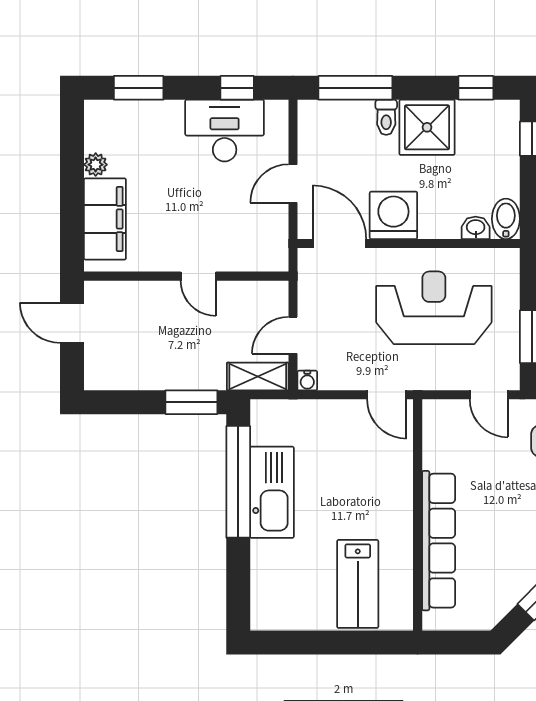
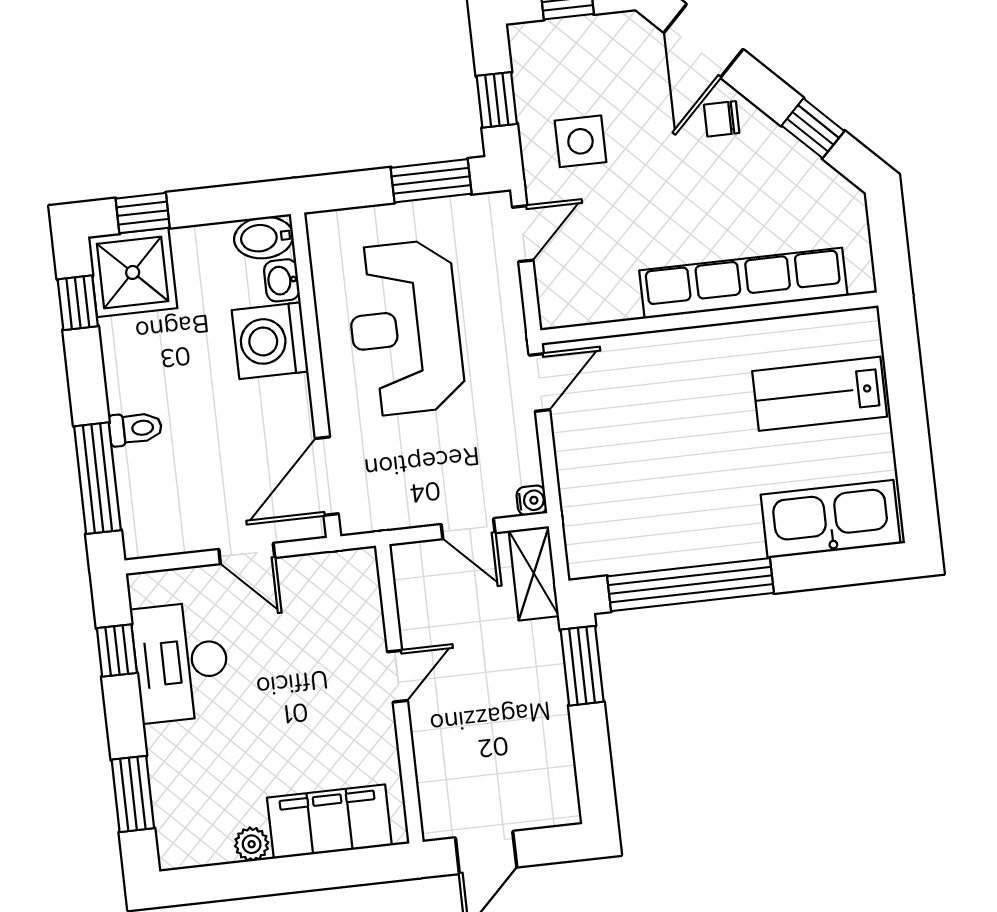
shower: (427, 127) -> (133, 272), moved
washing machine: (393, 215) -> (270, 341), moved
kitchen sink: (272, 492) -> (831, 519), moved
lab bench: (358, 584) -> (820, 394), turned 180

